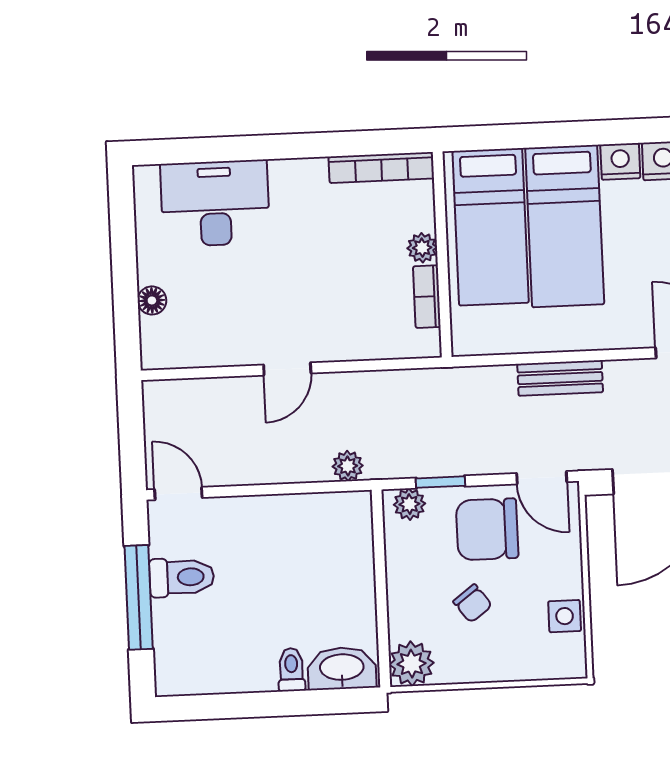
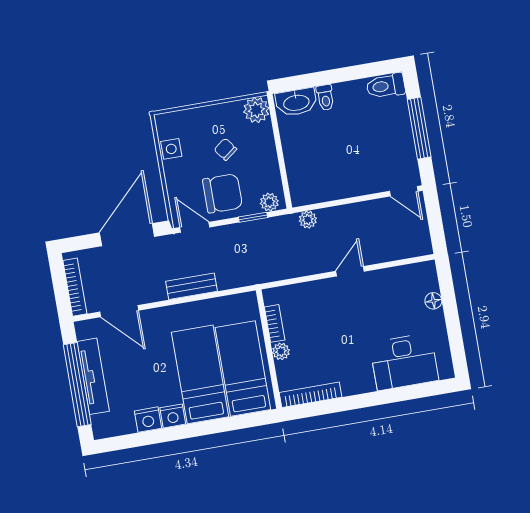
toilet: (182, 577) -> (386, 86), moved

